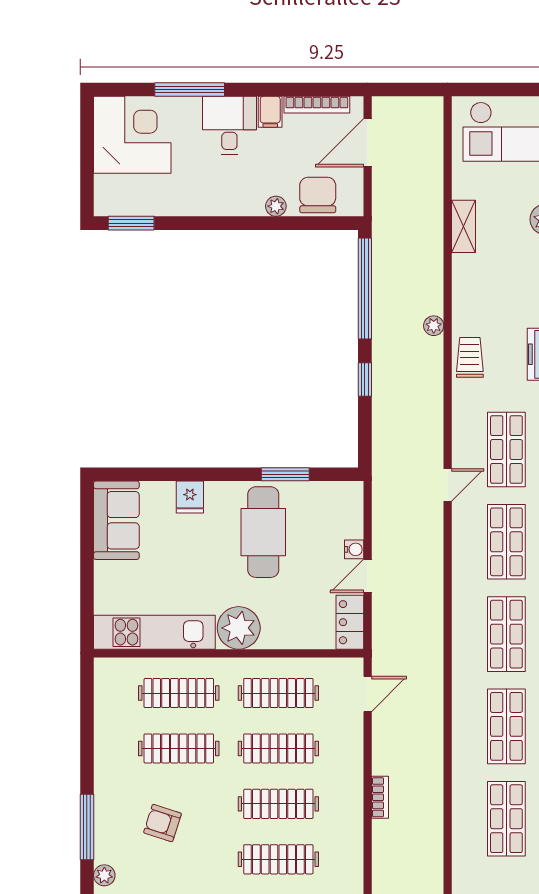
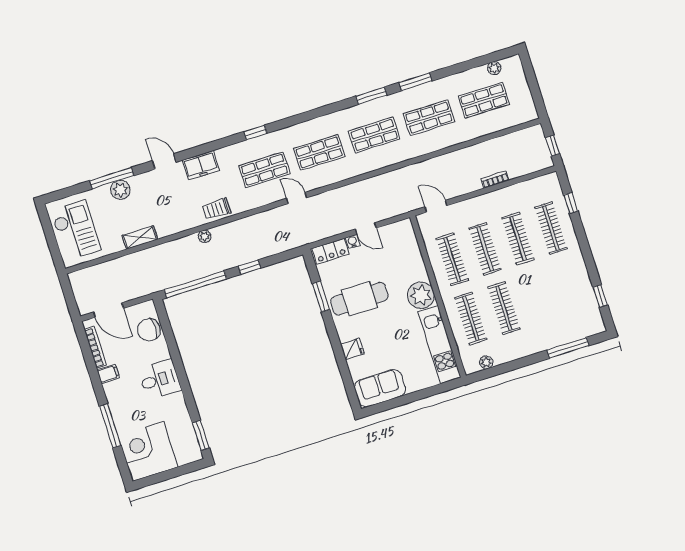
desk: (229, 125) -> (160, 379), moved, turned 180
plant: (276, 206) -> (163, 353), removed
locker: (350, 622) -> (330, 251), moved
armchair: (162, 823) -> (551, 304), removed
plant: (104, 875) -> (486, 362), moved

